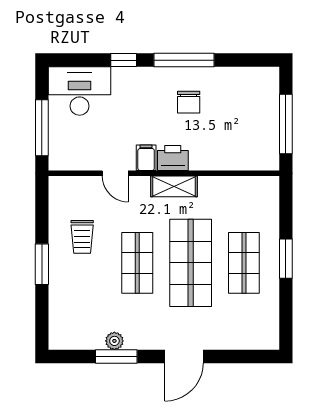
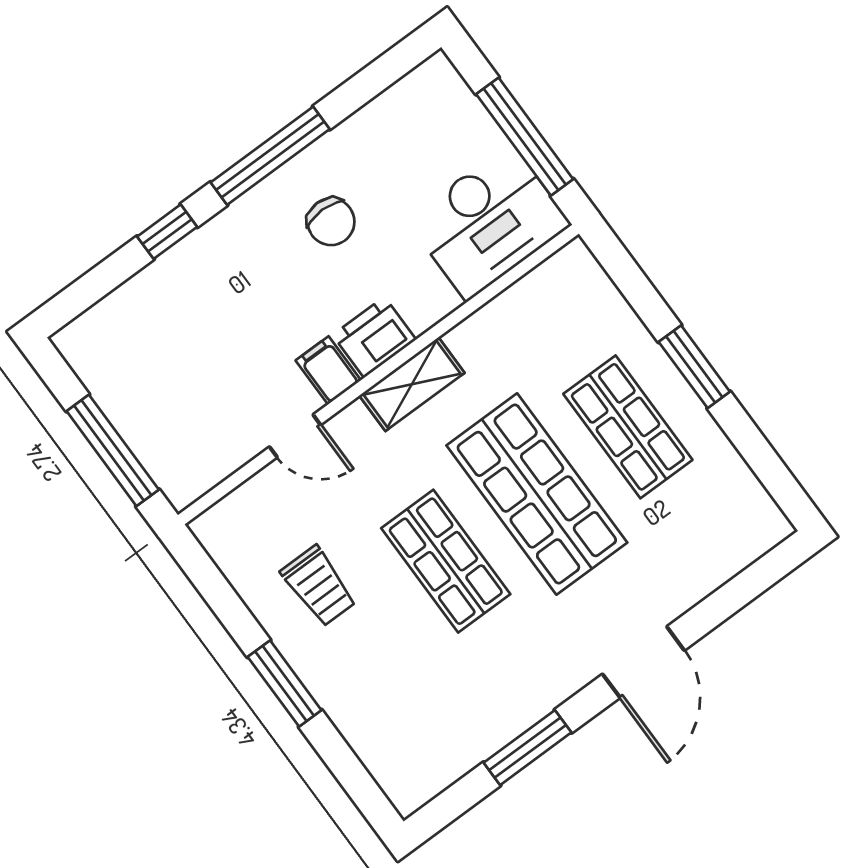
desk: (80, 91) -> (489, 222), moved, turned 180
plant: (114, 341) -> (505, 723), removed

